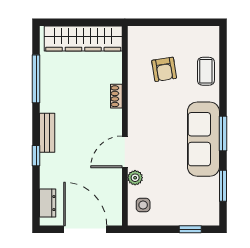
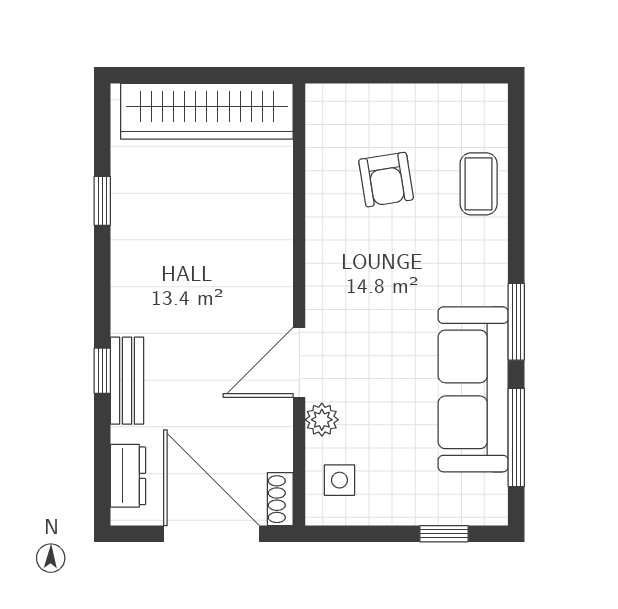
window: (36, 79) -> (102, 201), width x0.46
shoe rack: (116, 96) -> (280, 499), moved
bench: (47, 133) -> (127, 381), moved
sofa: (203, 139) -> (473, 389), moved
window: (223, 186) -> (516, 437), width x1.44

